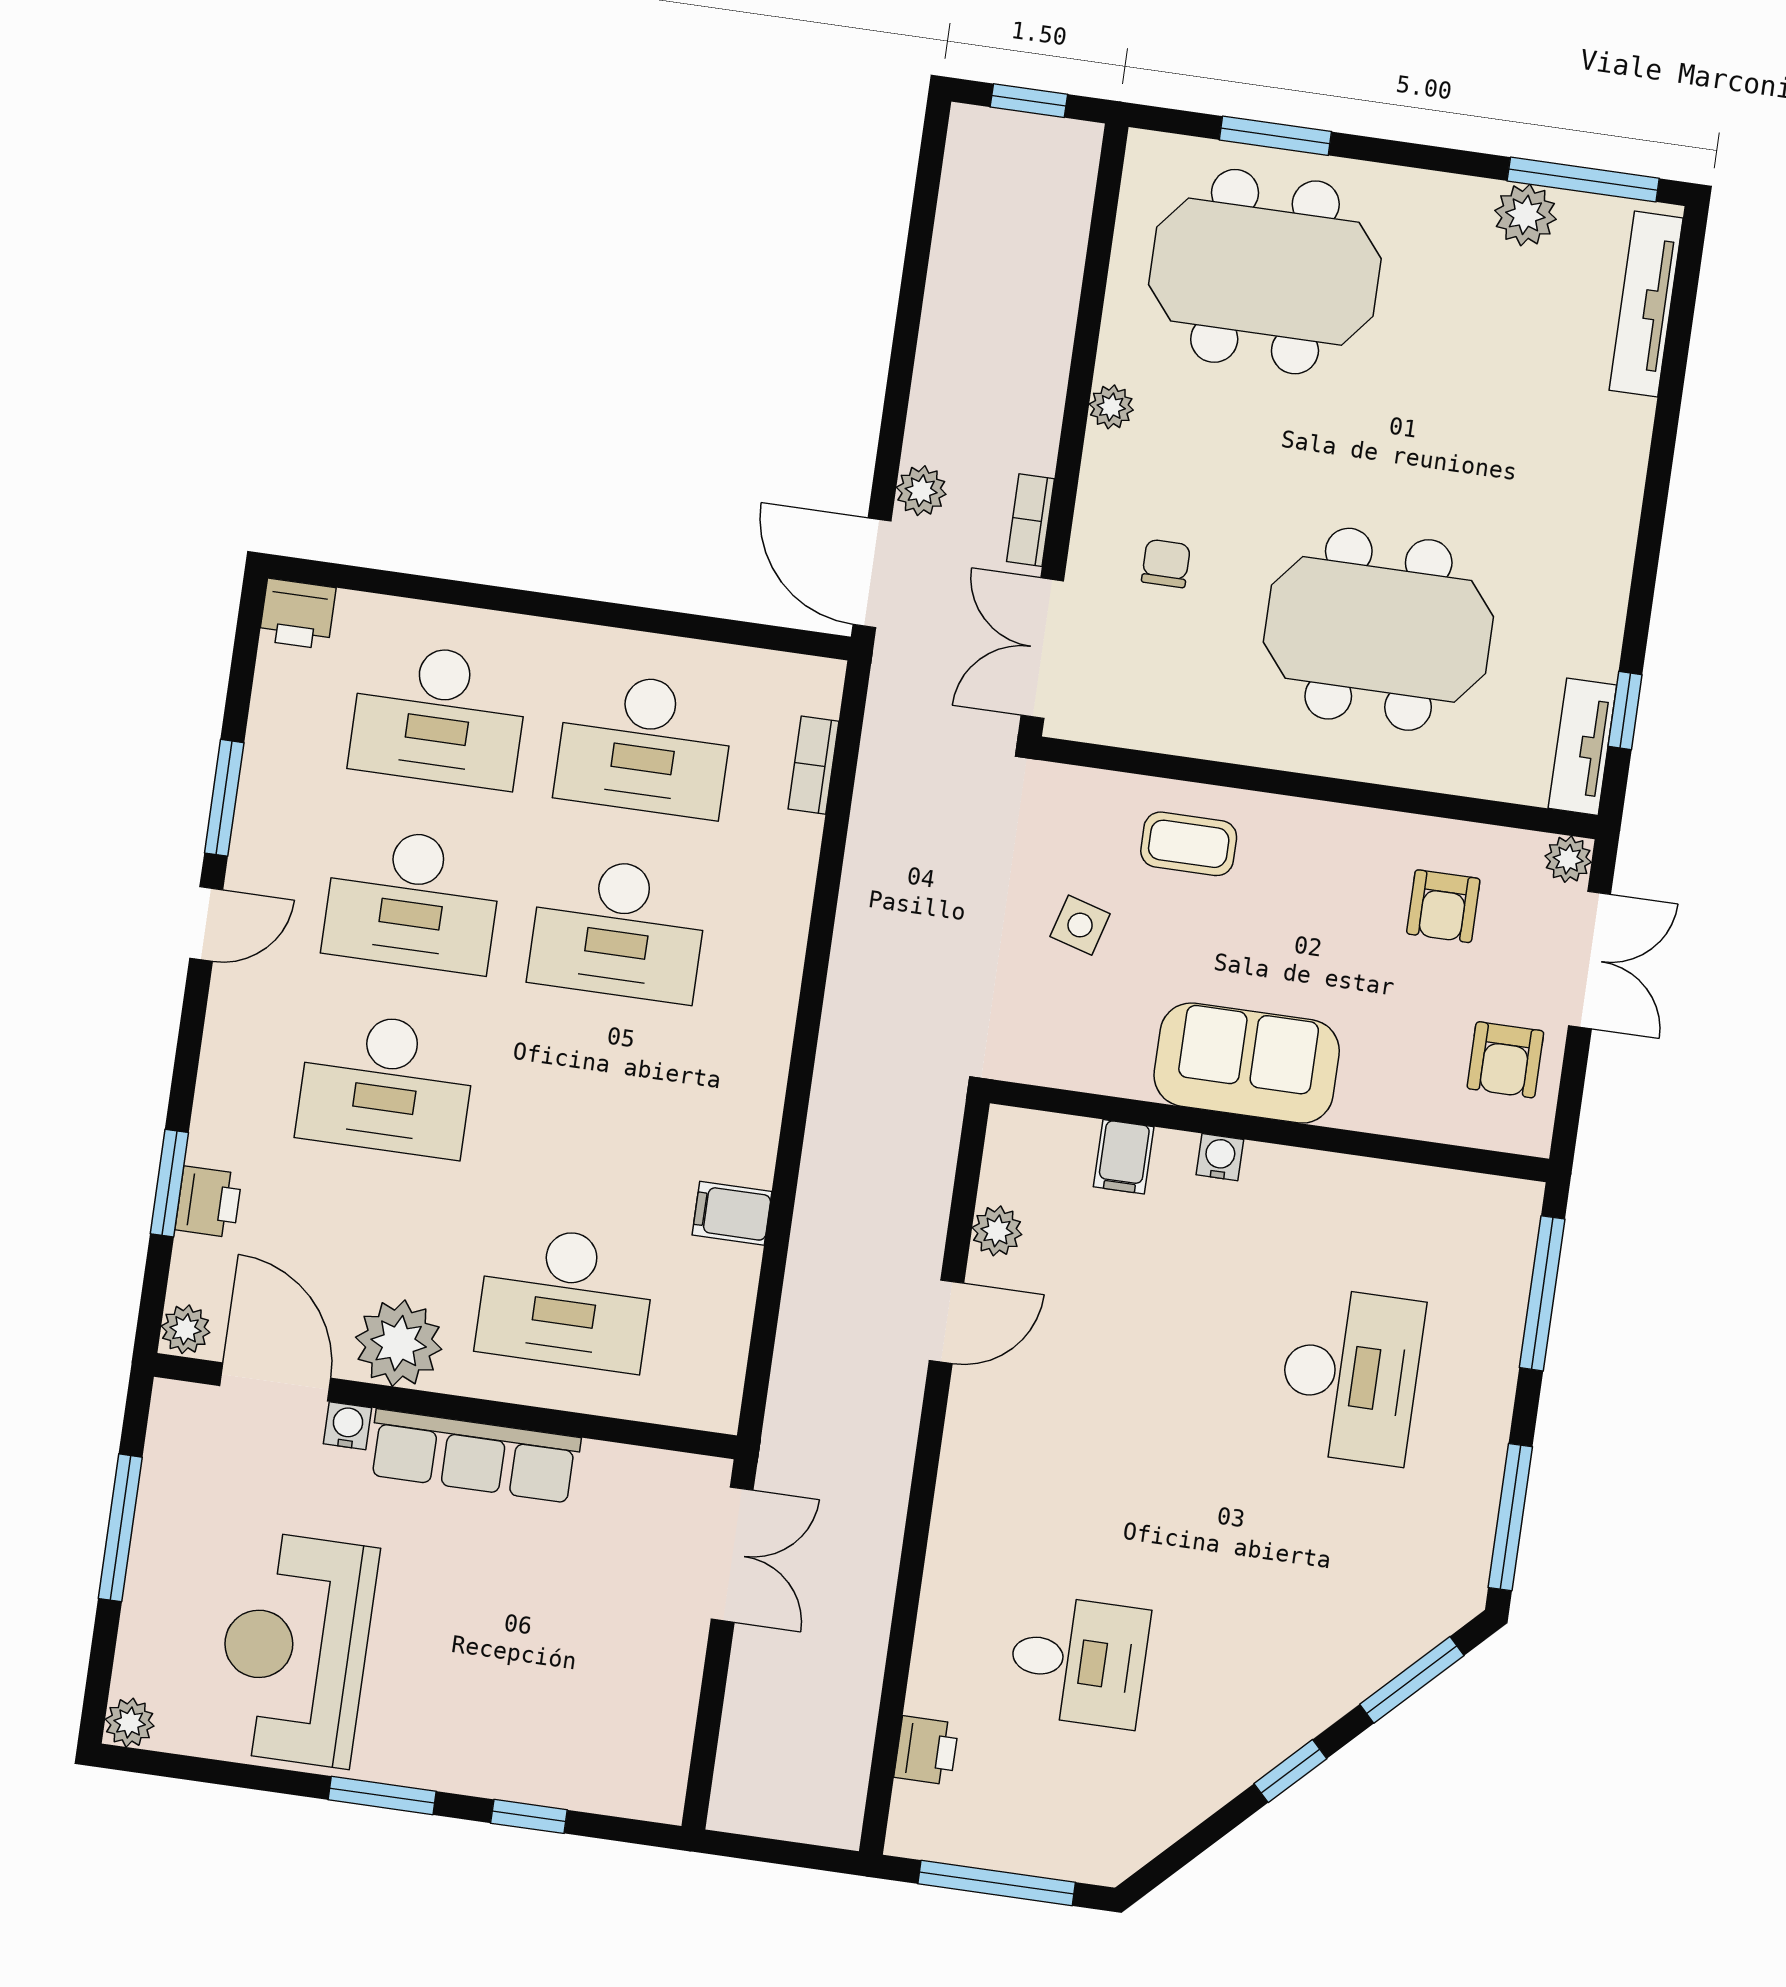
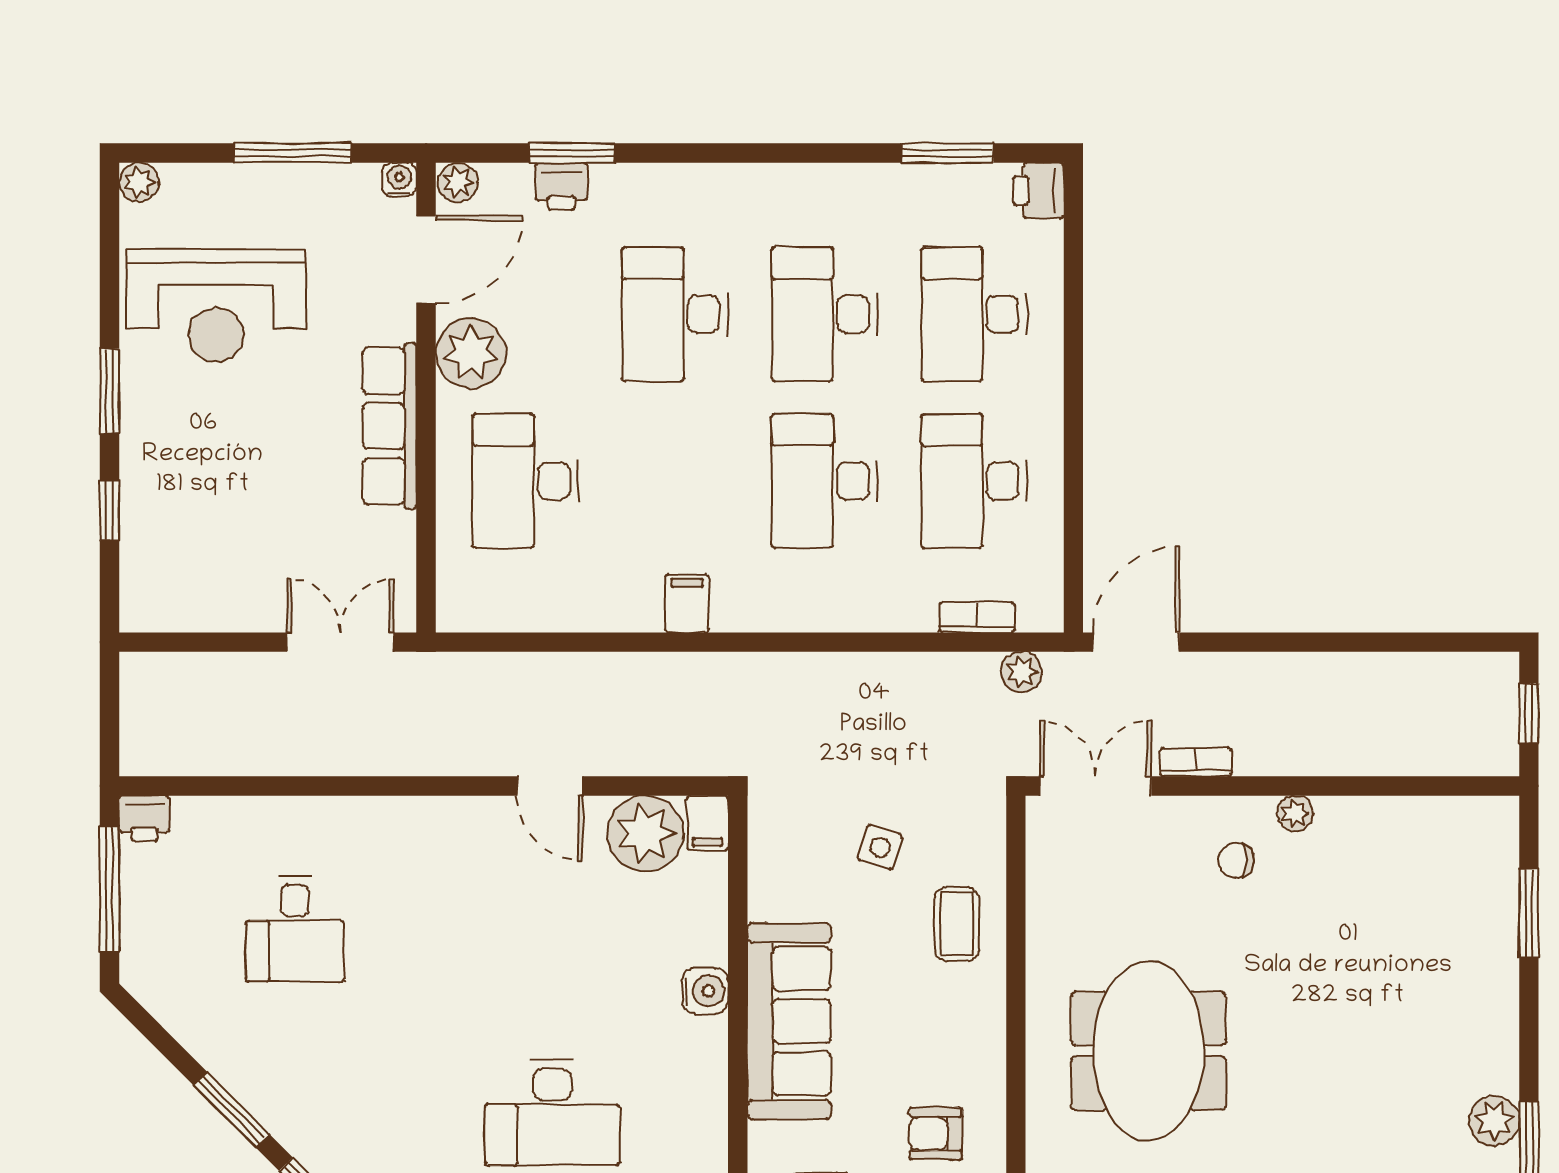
meeting table: (1265, 272) -> (1420, 920), removed
plant: (921, 491) -> (1022, 672), moved
chair: (1166, 563) -> (1236, 860), moved, turned 180
window: (224, 798) -> (947, 153), moved
door: (206, 924) -> (782, 153), removed
sofa: (1247, 1063) -> (789, 1021), width x1.36
filing cabinet: (1124, 1157) -> (708, 823), moved, turned -90
water cooler: (1220, 1157) -> (705, 991), width x1.38, depth x1.38
filing cabinet: (732, 1213) -> (687, 603), moved
plant: (997, 1231) -> (645, 834), width x1.88, depth x1.88
water cooler: (348, 1426) -> (399, 180), moved, turned -90
double door: (732, 1555) -> (341, 642), swing flipped
reception desk: (295, 1649) -> (216, 306), turned 180
printer: (926, 1750) -> (144, 818), moved
window: (1290, 1771) -> (232, 1110), width x1.50

